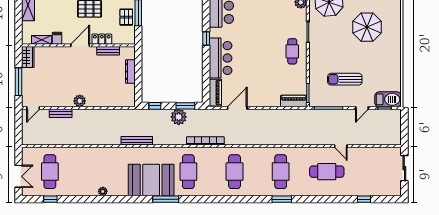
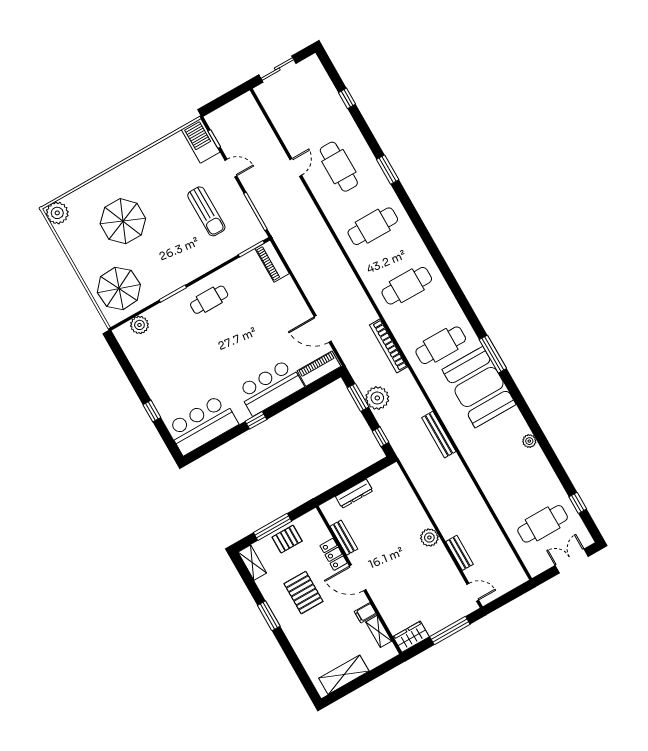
window: (282, 199) -> (388, 170), moved

